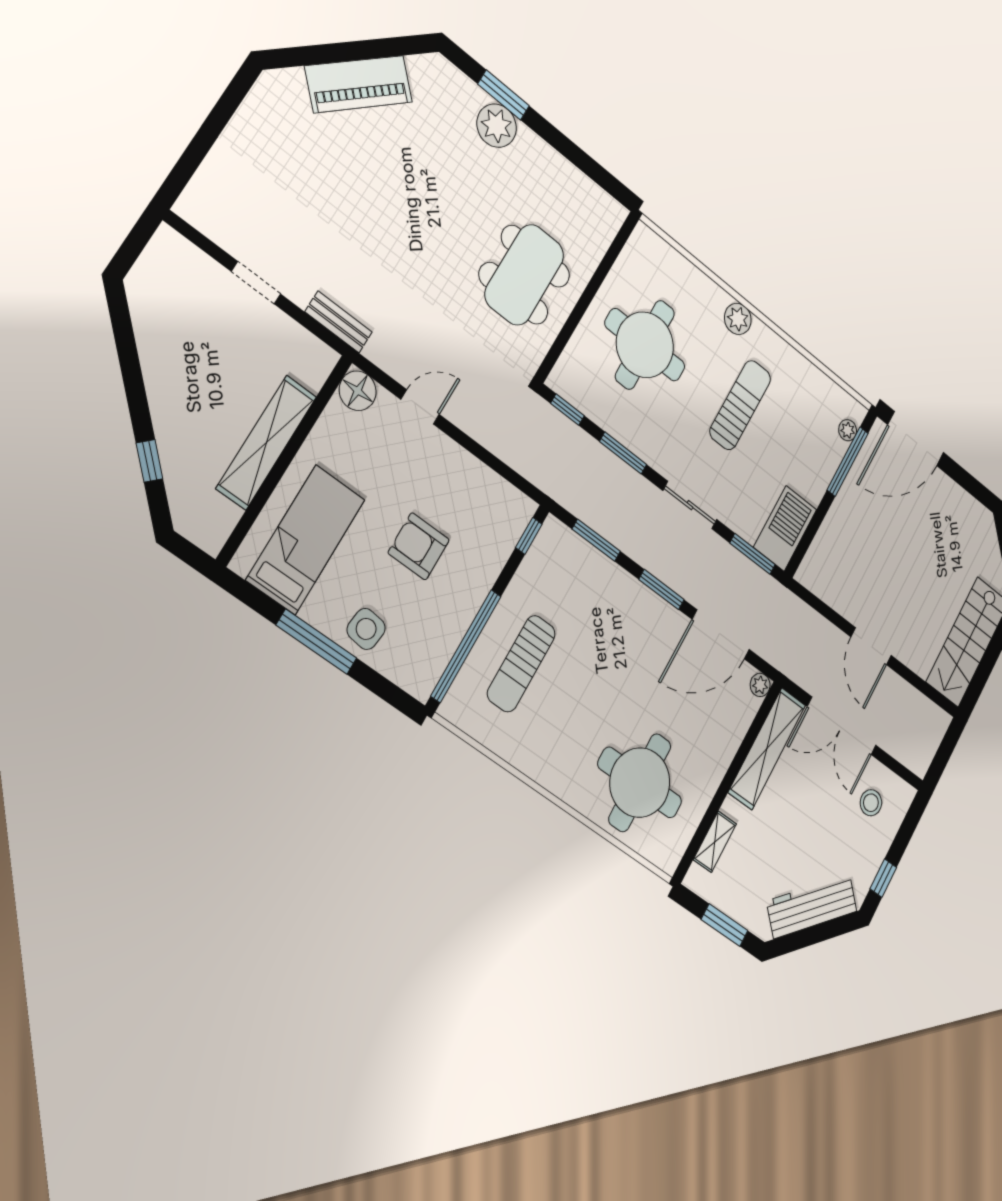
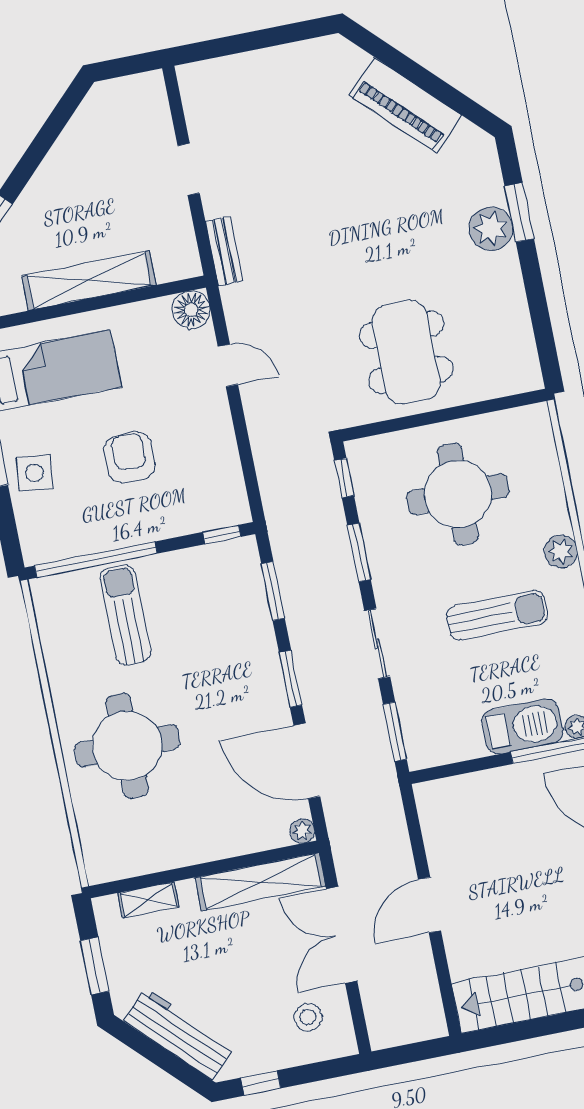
dining table: (524, 275) -> (406, 352), turned 90
barbecue: (785, 528) -> (523, 726), moved
sun lounger: (521, 664) -> (125, 615), turned 90
round table: (640, 783) -> (127, 746), moved

